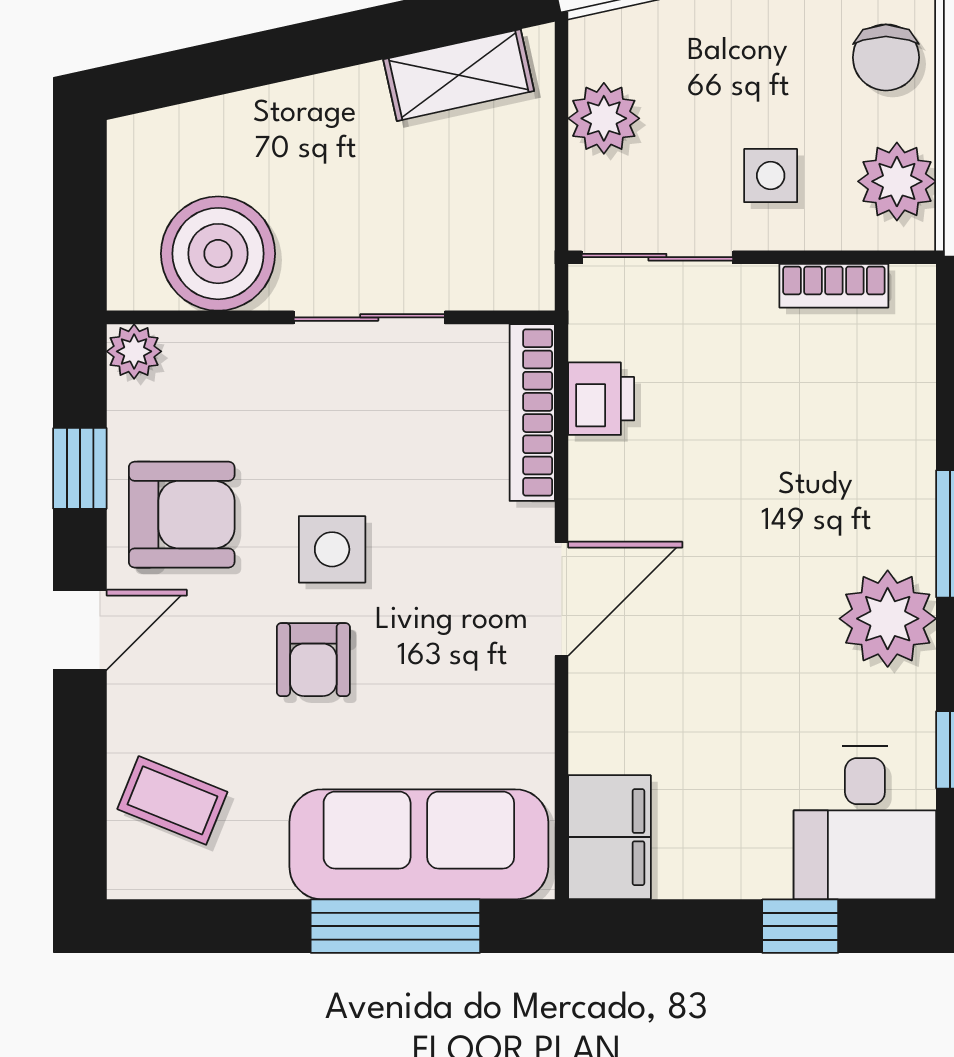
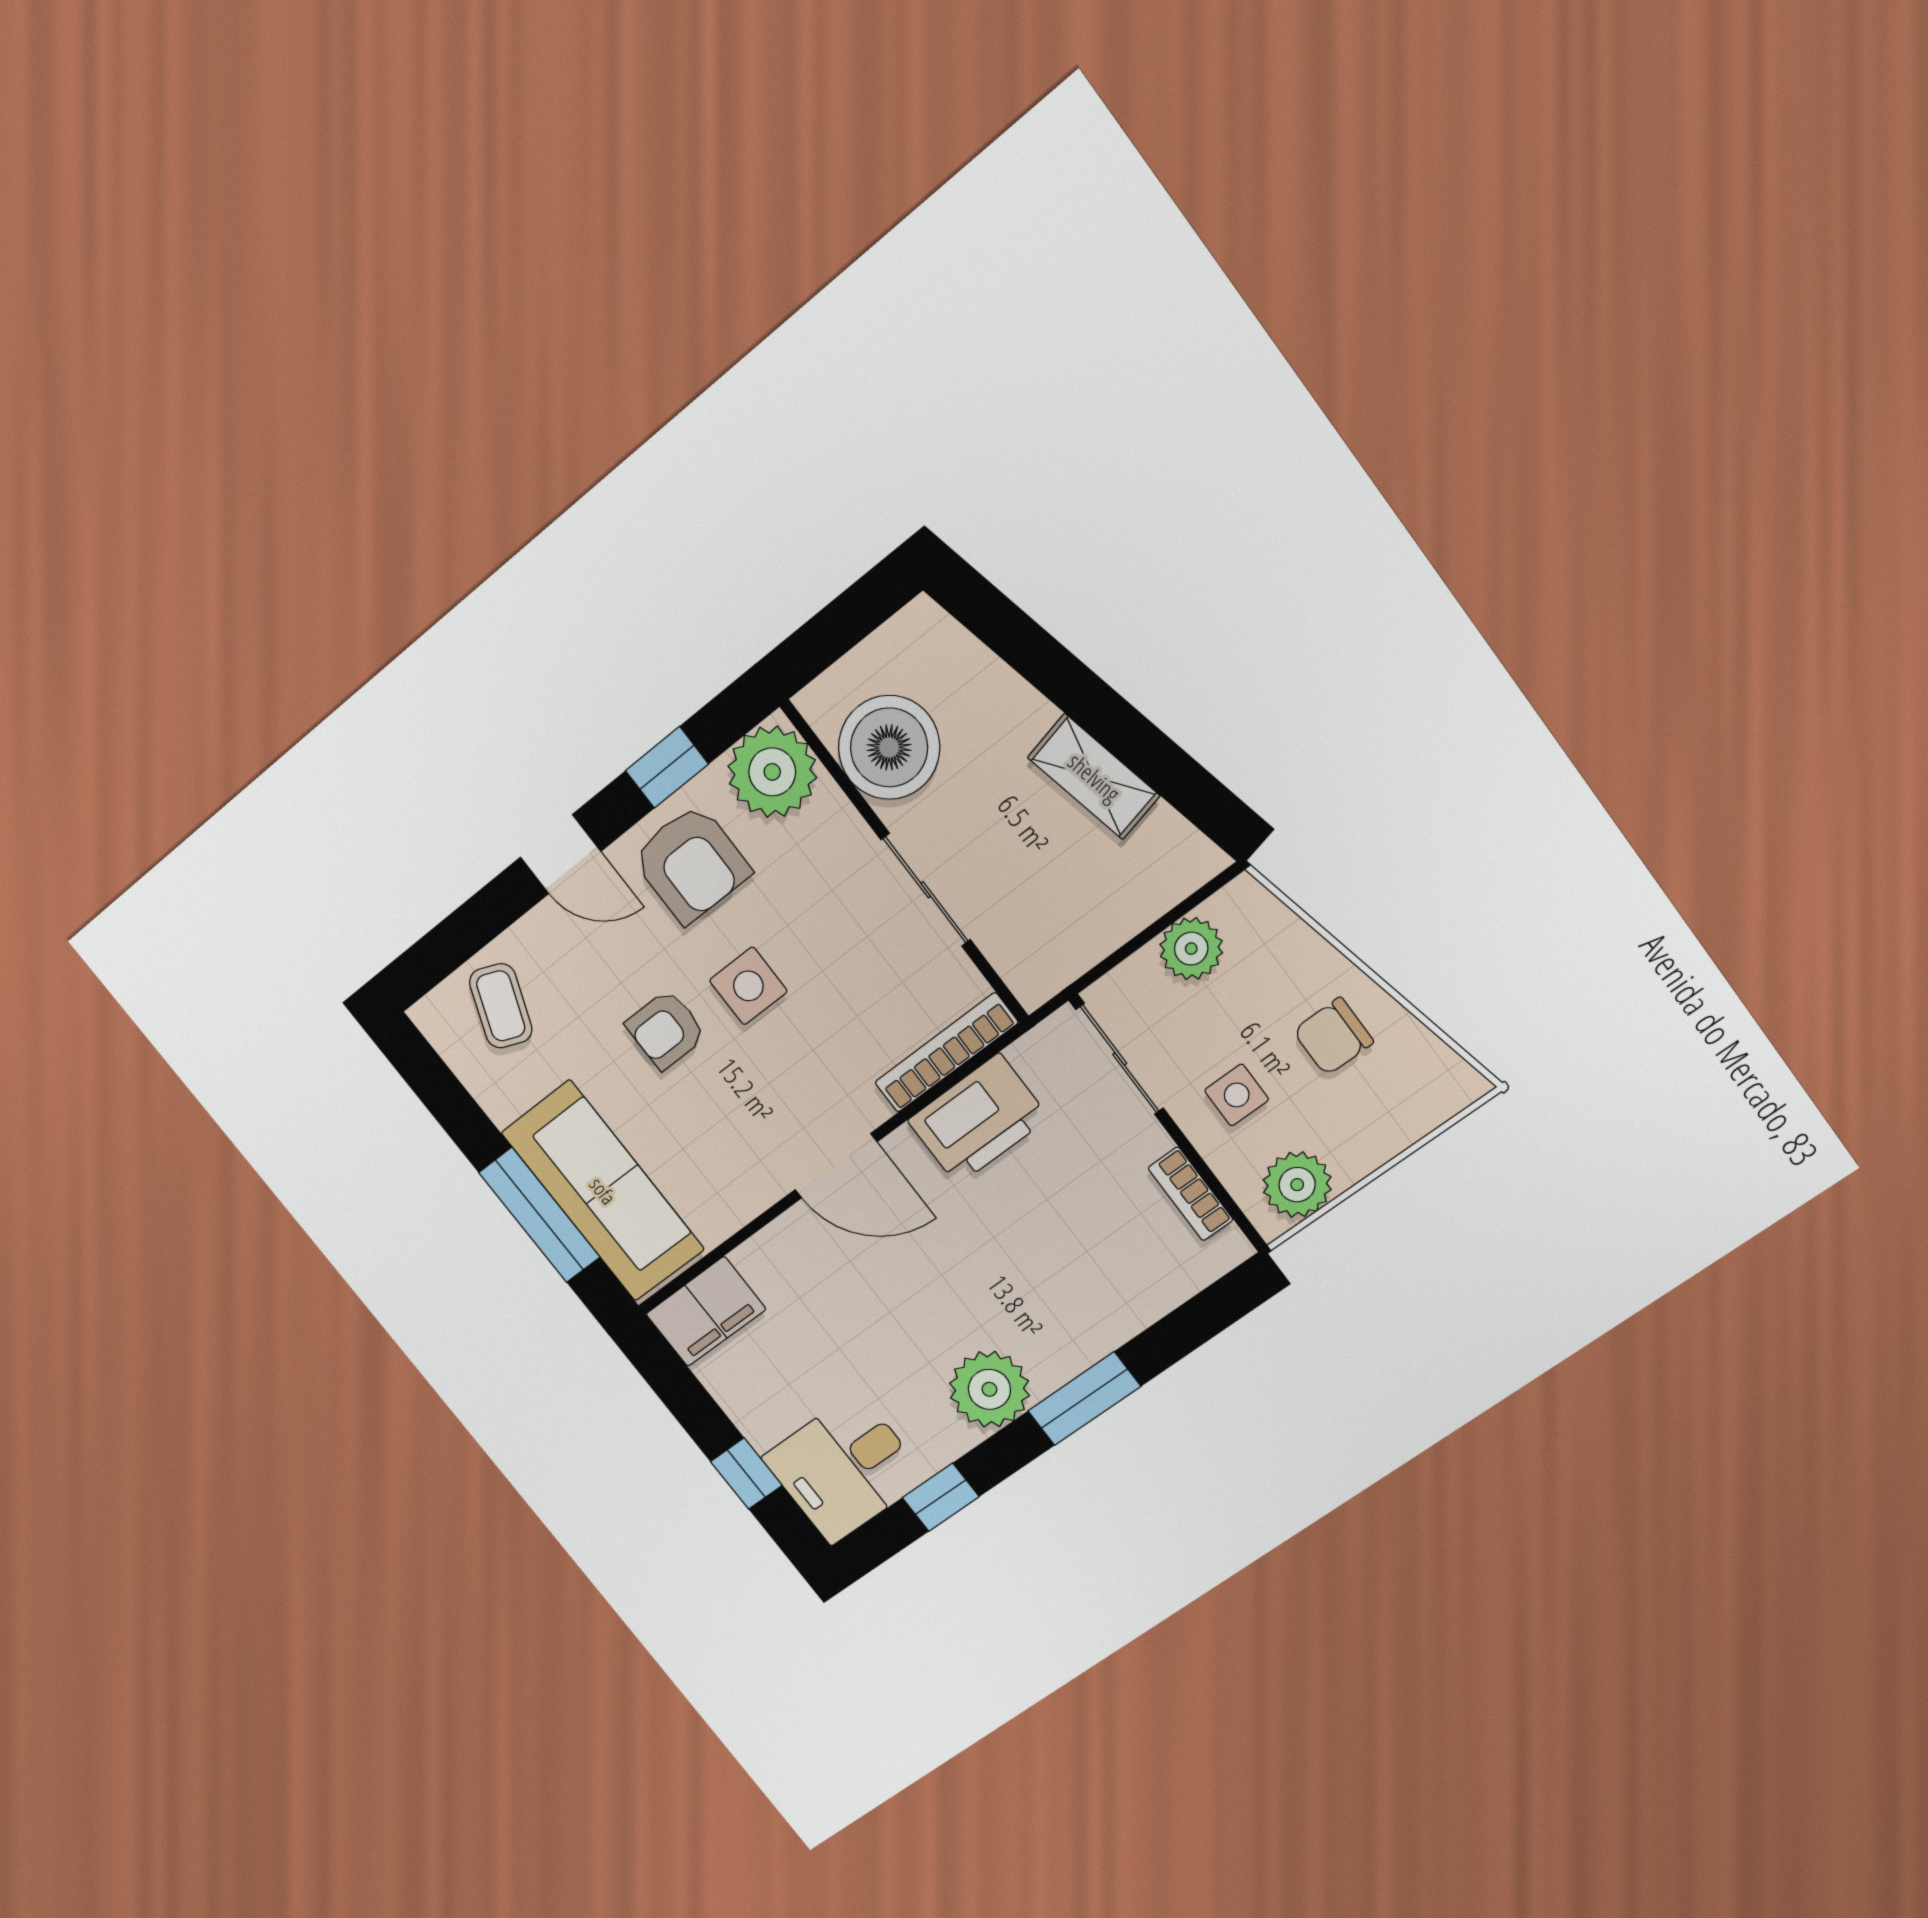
chair: (886, 57) -> (1333, 1036), moved
shelving: (459, 75) -> (1094, 777), moved
plant: (134, 351) -> (772, 772), width x1.87, depth x1.87
printer: (601, 399) -> (978, 1119), width x1.87, depth x1.48

